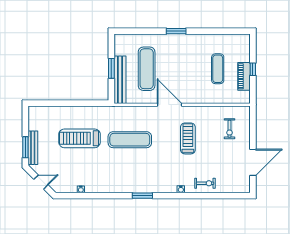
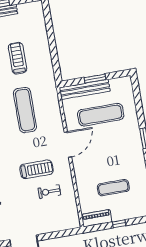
piano: (244, 76) -> (96, 218), moved
exercise bike: (230, 129) -> (49, 192), moved
treadmill: (79, 138) -> (17, 58), width x0.73, depth x0.73

